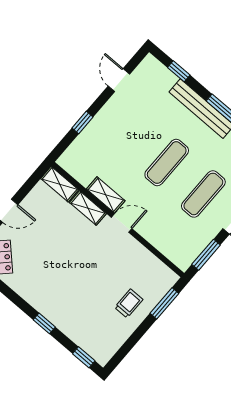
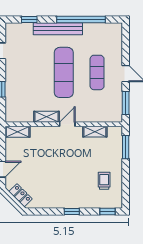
exercise mat: (167, 163) -> (64, 72), width x1.36, depth x1.45
shelving: (88, 208) -> (95, 132), moved
trolley: (129, 303) -> (104, 181), moved

